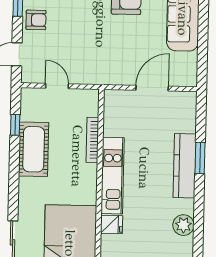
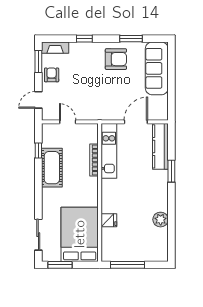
armchair: (36, 20) -> (52, 75), turned -90
kitchen counter: (185, 166) -> (160, 146), moved
kitchen unit: (113, 176) -> (109, 151), moved

